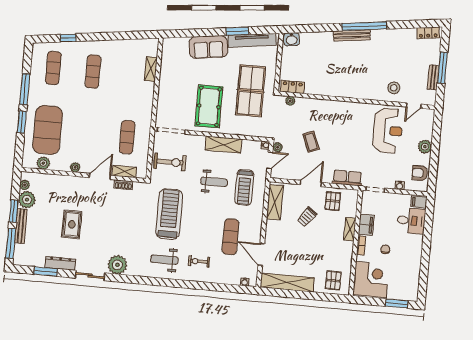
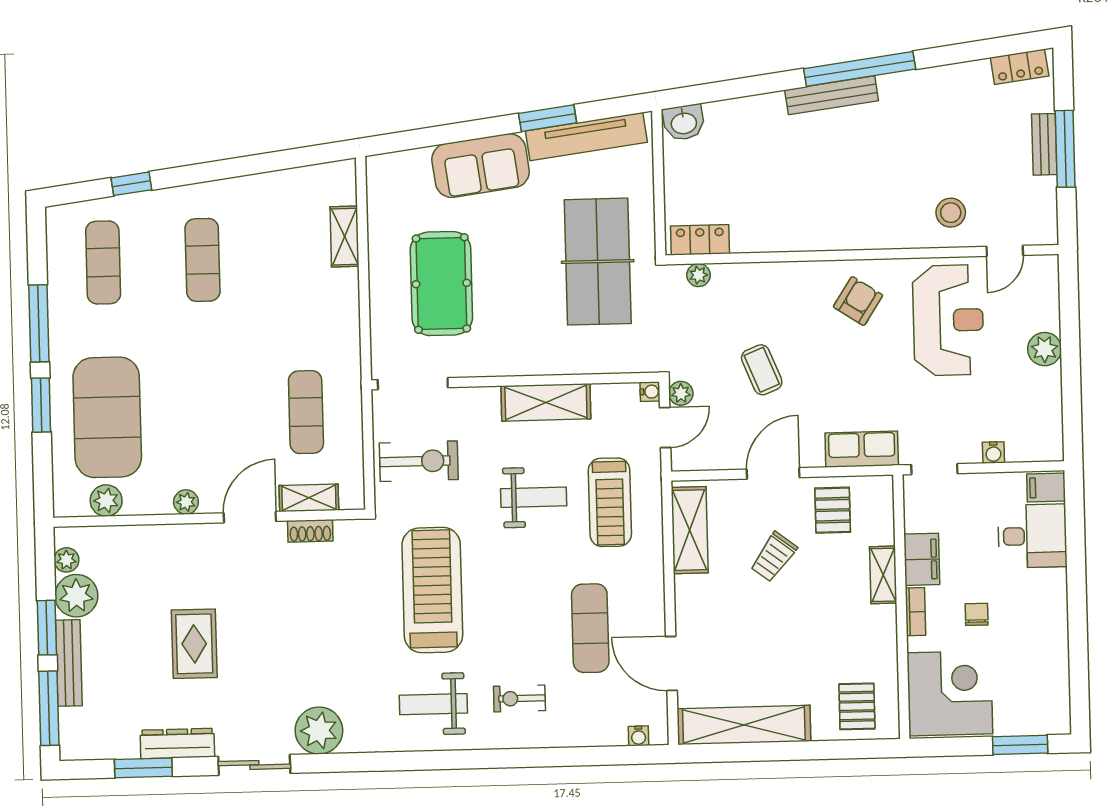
bench: (433, 77) -> (1044, 144), moved
pool table: (209, 106) -> (441, 284), moved
armchair: (420, 173) -> (858, 301), moved, turned 123

